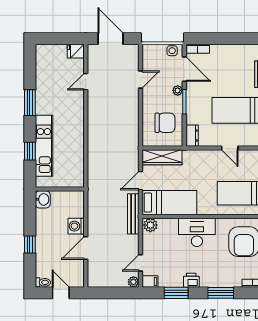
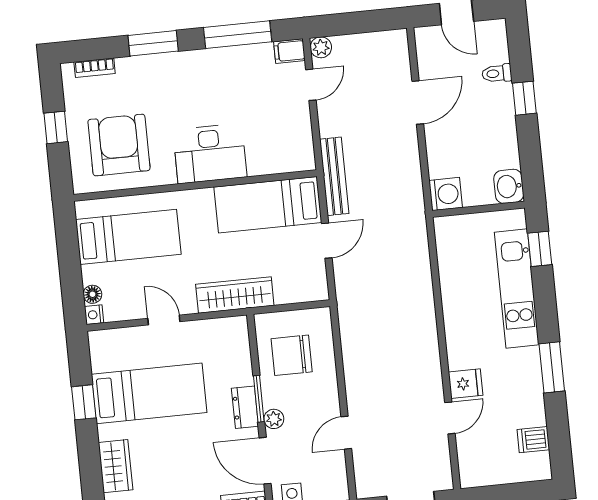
fridge: (76, 51) -> (466, 384), moved
dishwasher: (43, 66) -> (533, 440), added
dresser: (192, 136) -> (245, 407), moved
window: (30, 151) -> (540, 249), moved
wardrobe: (162, 157) -> (235, 295), moved
plant: (150, 225) -> (299, 158), removed
washing machine: (76, 226) -> (446, 194), moved
printer: (191, 280) -> (211, 61), removed
toilet: (43, 282) -> (497, 73), moved
window: (176, 293) -> (238, 35), width x1.44

